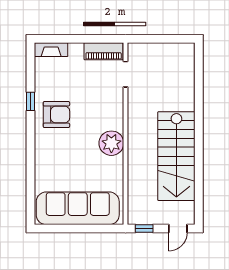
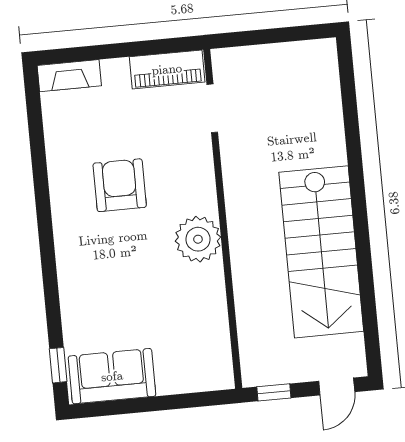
window: (31, 101) -> (58, 365), moved
armchair: (56, 115) -> (120, 185), moved, turned -90
sofa: (78, 208) -> (112, 376), width x0.54, depth x0.79

